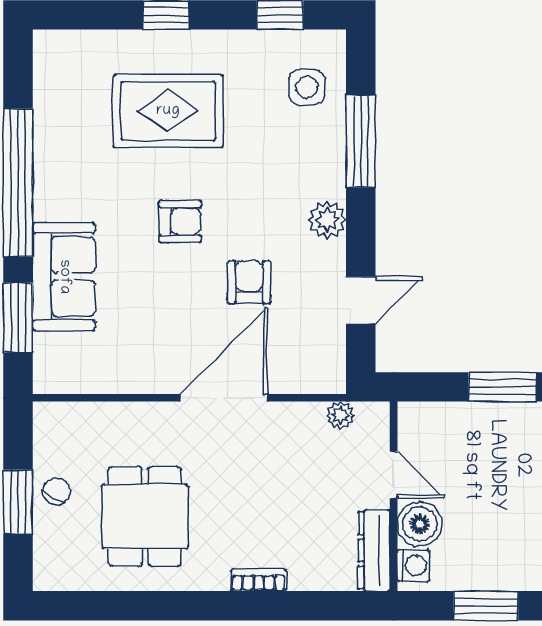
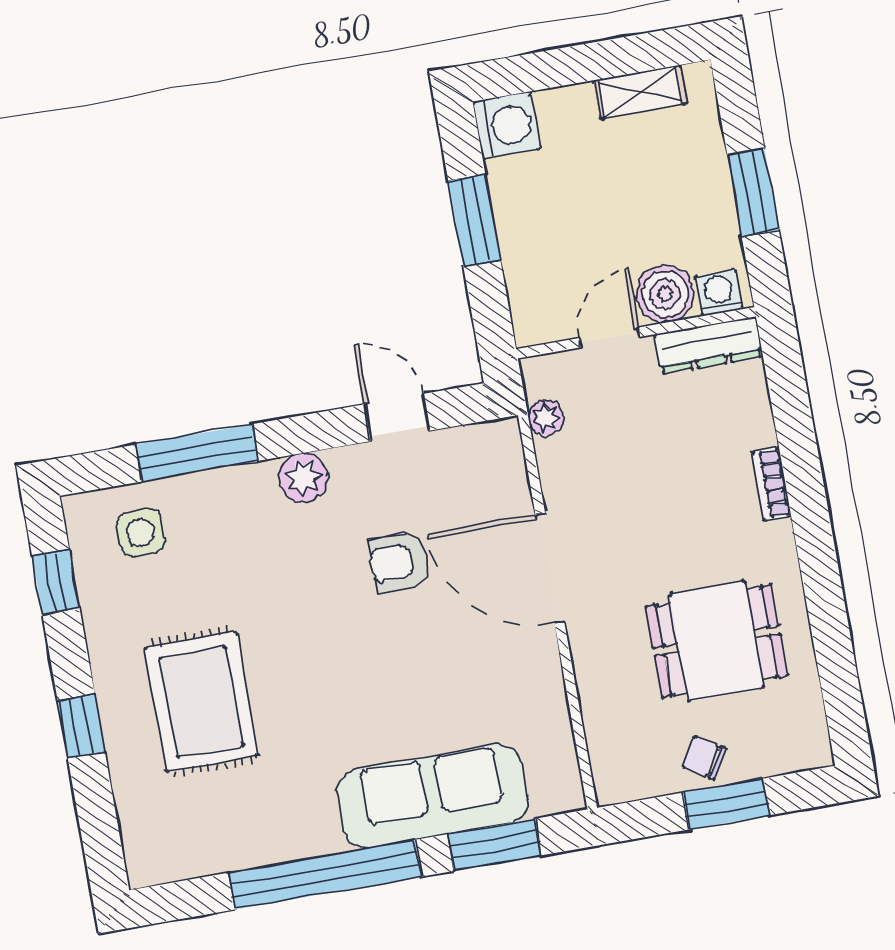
armchair: (180, 221) -> (338, 662), removed
sofa: (64, 277) -> (433, 796), width x1.36

